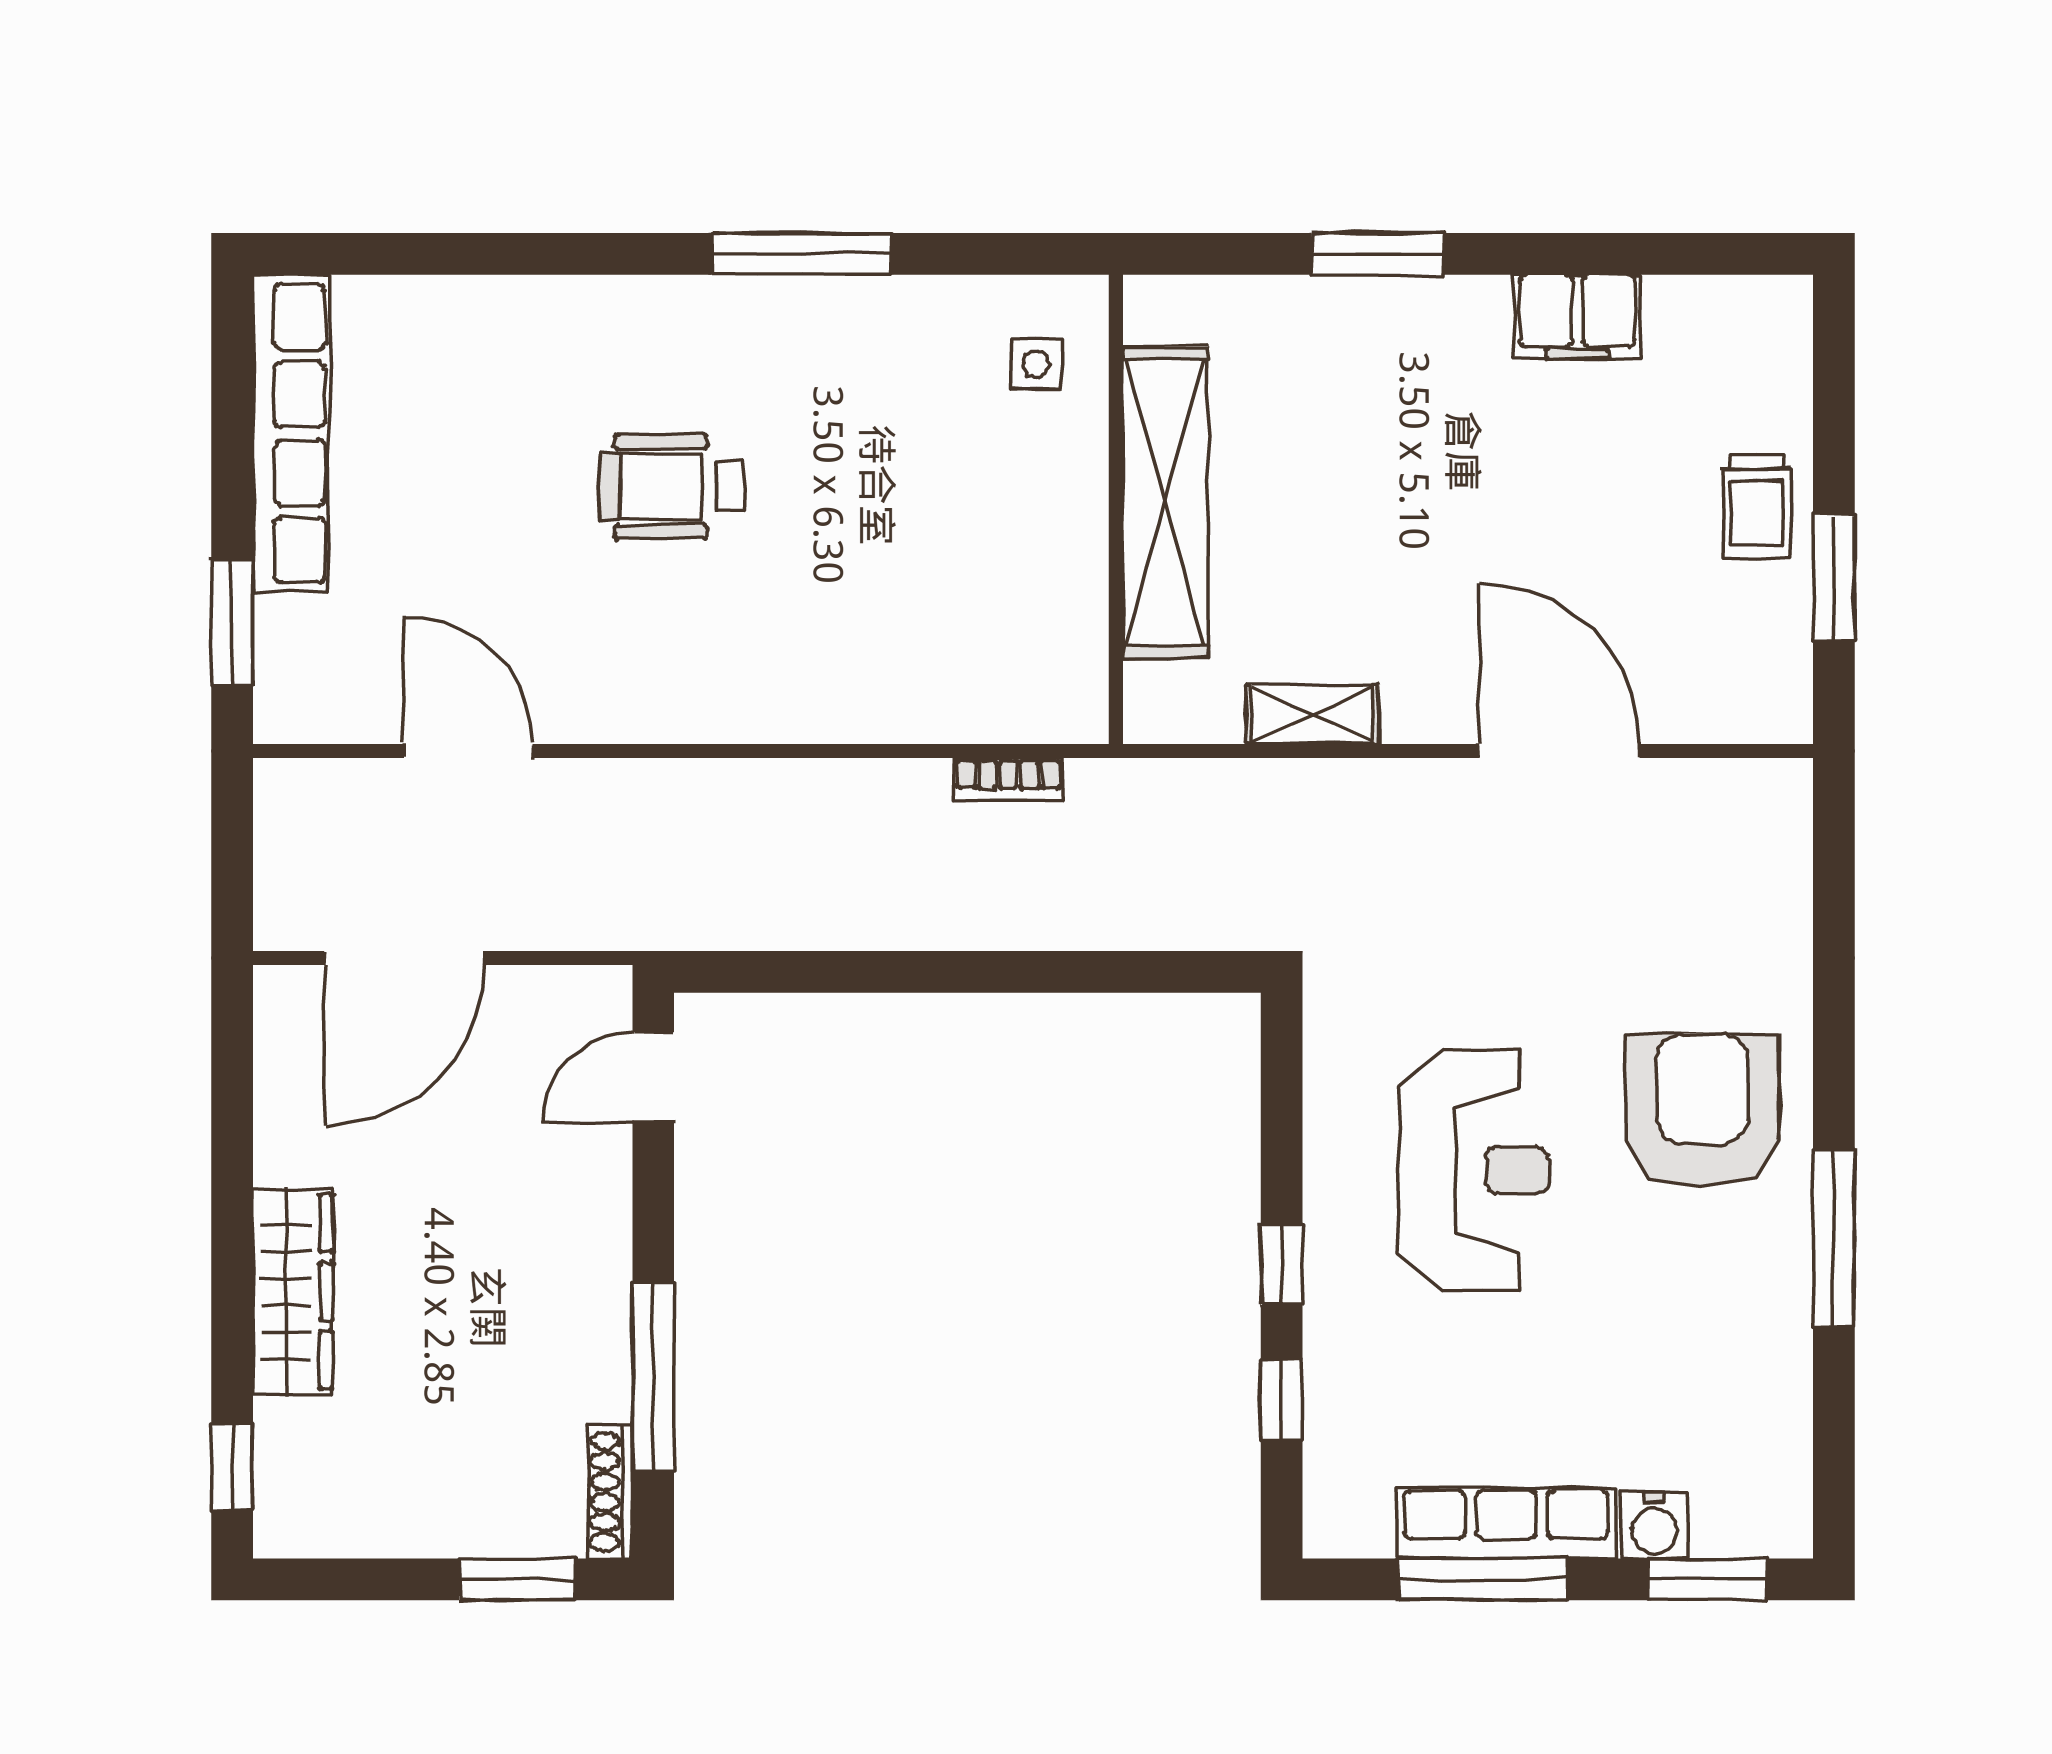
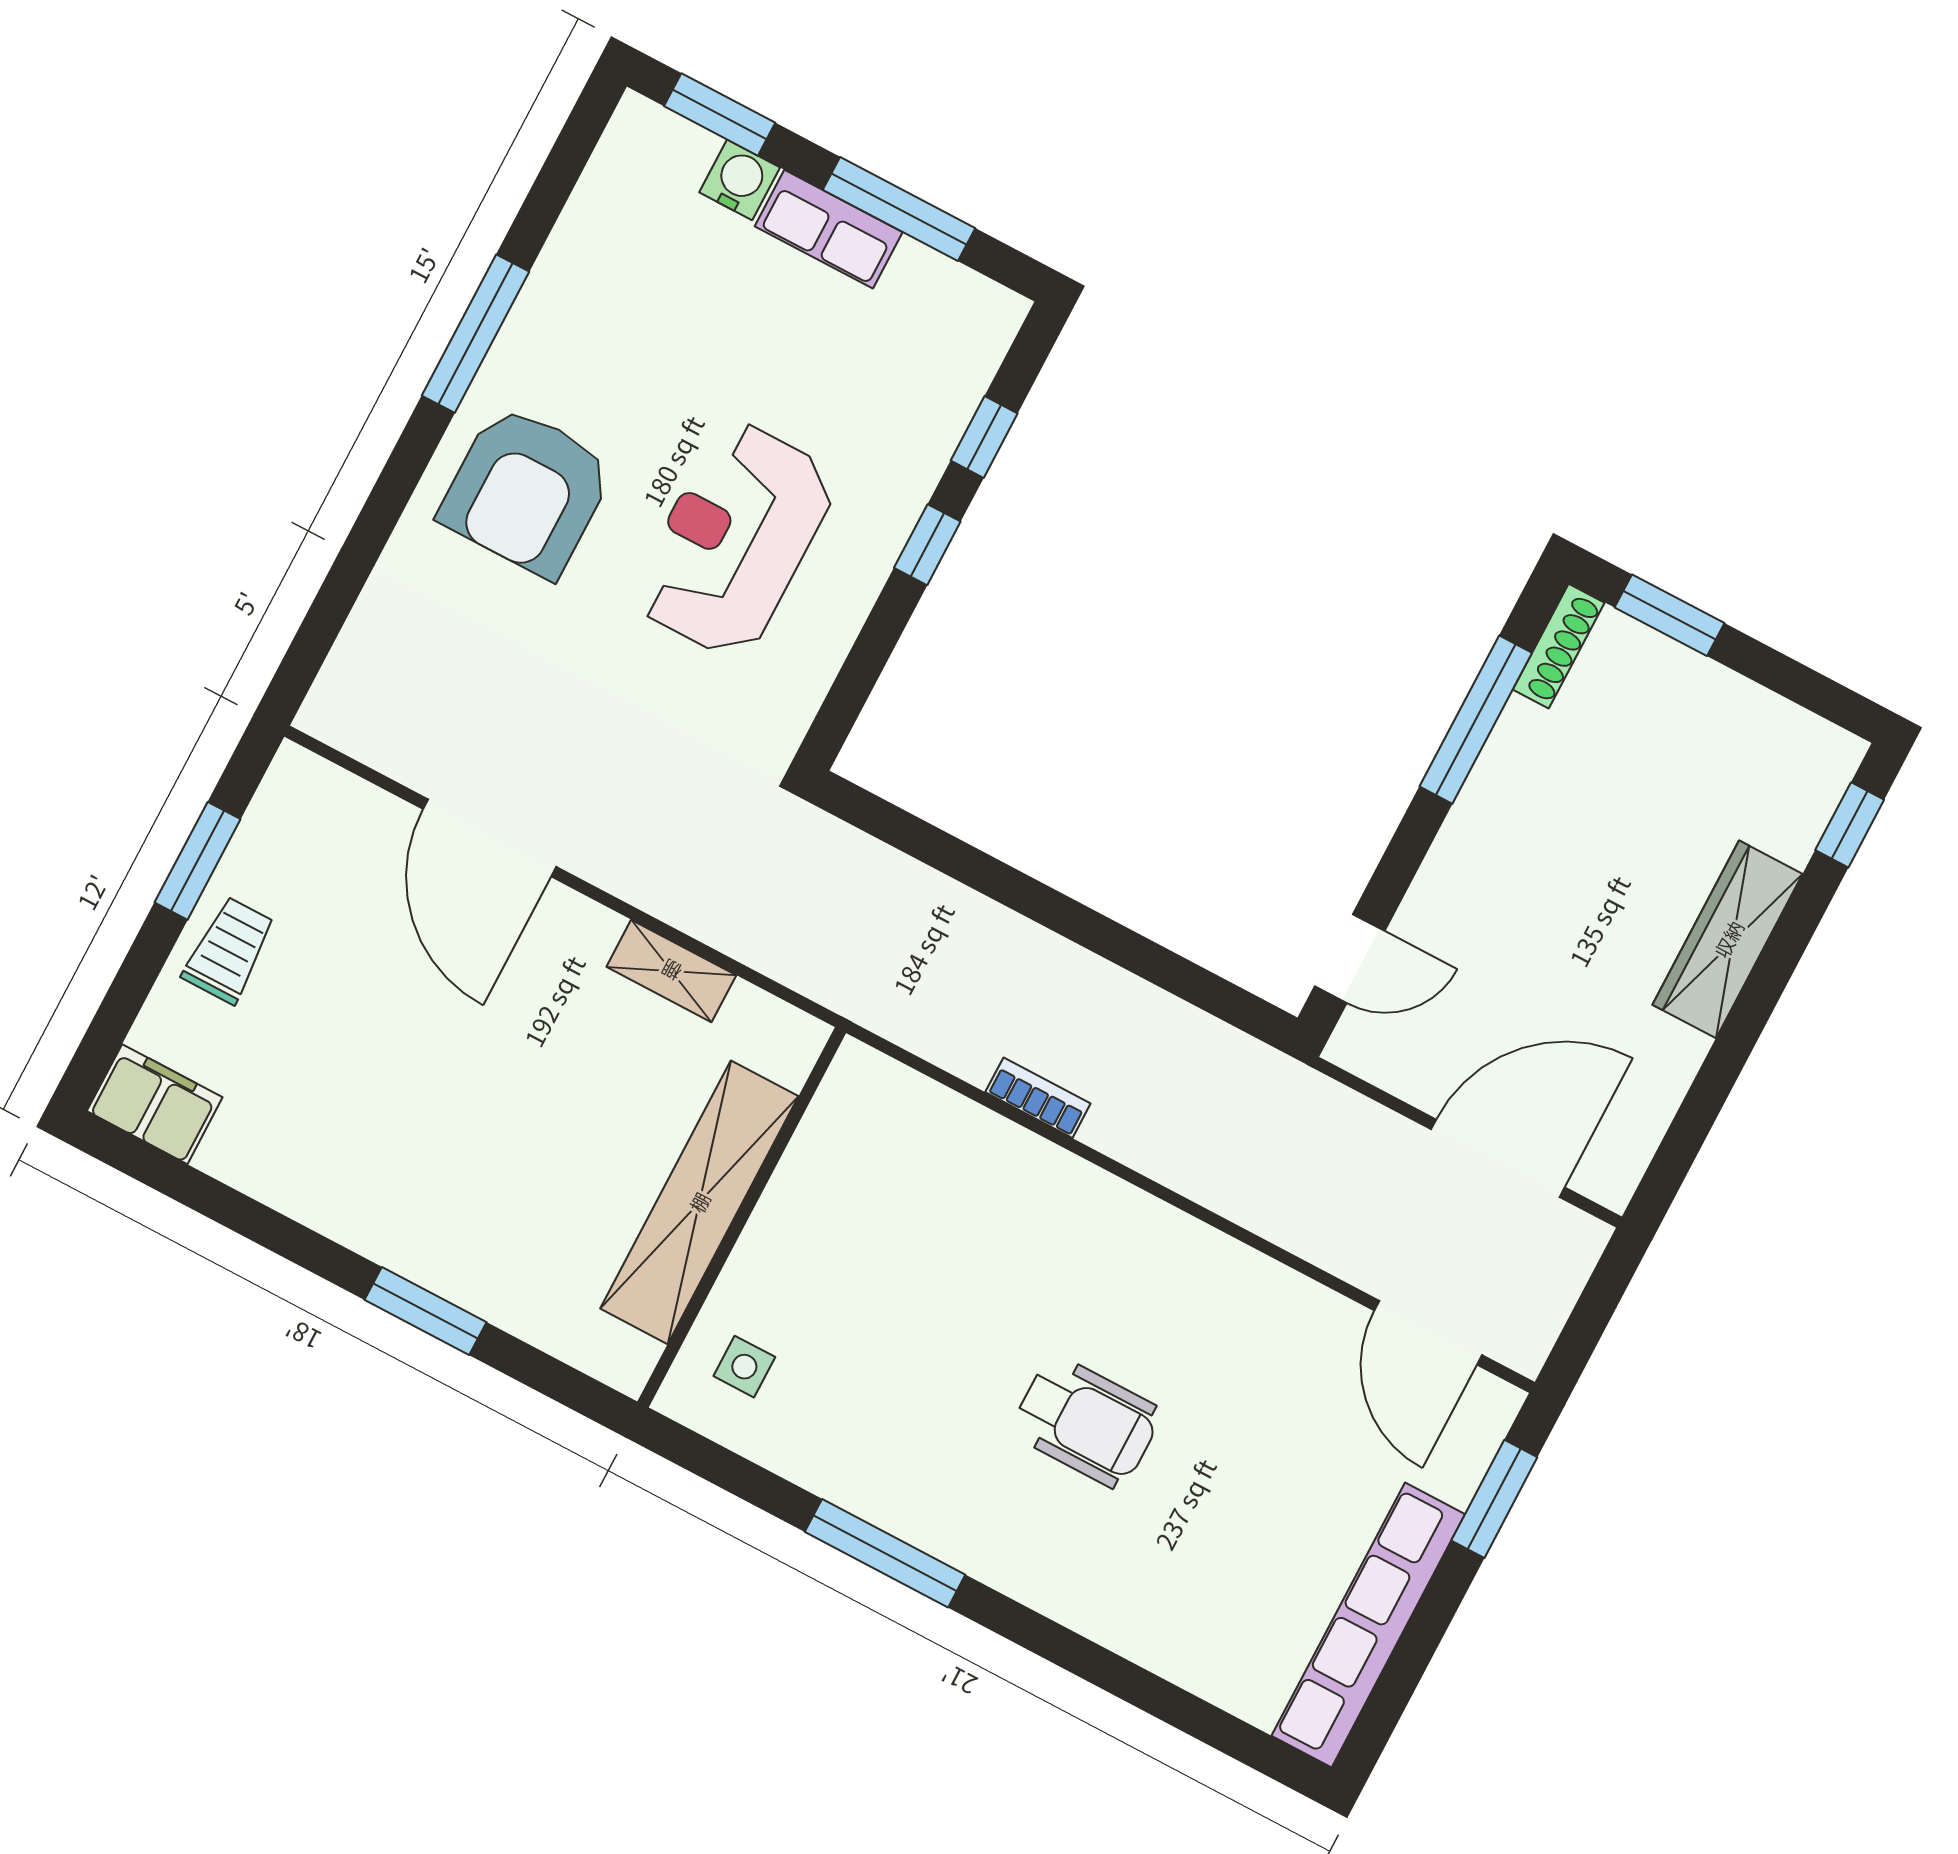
filing cabinet: (1577, 317) -> (155, 1104), moved
door: (468, 751) -> (1428, 1333), moved
bookcase: (1008, 780) -> (1038, 1098), moved
row of seats: (1506, 1523) -> (829, 229), width x0.68

